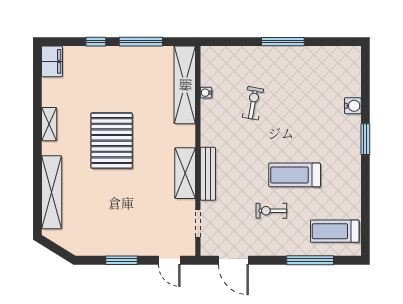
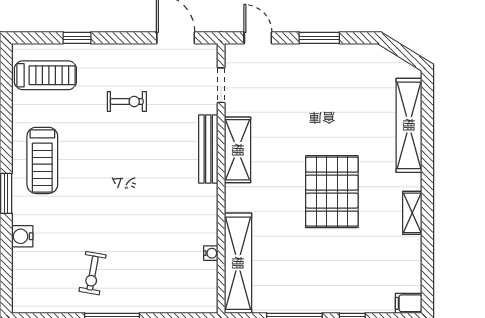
filing cabinet: (52, 61) -> (409, 303), width x0.50
exercise bike: (253, 103) -> (93, 273), moved
treadmill: (295, 175) -> (42, 160), moved, turned 90
window: (310, 260) -> (77, 38), width x0.46

